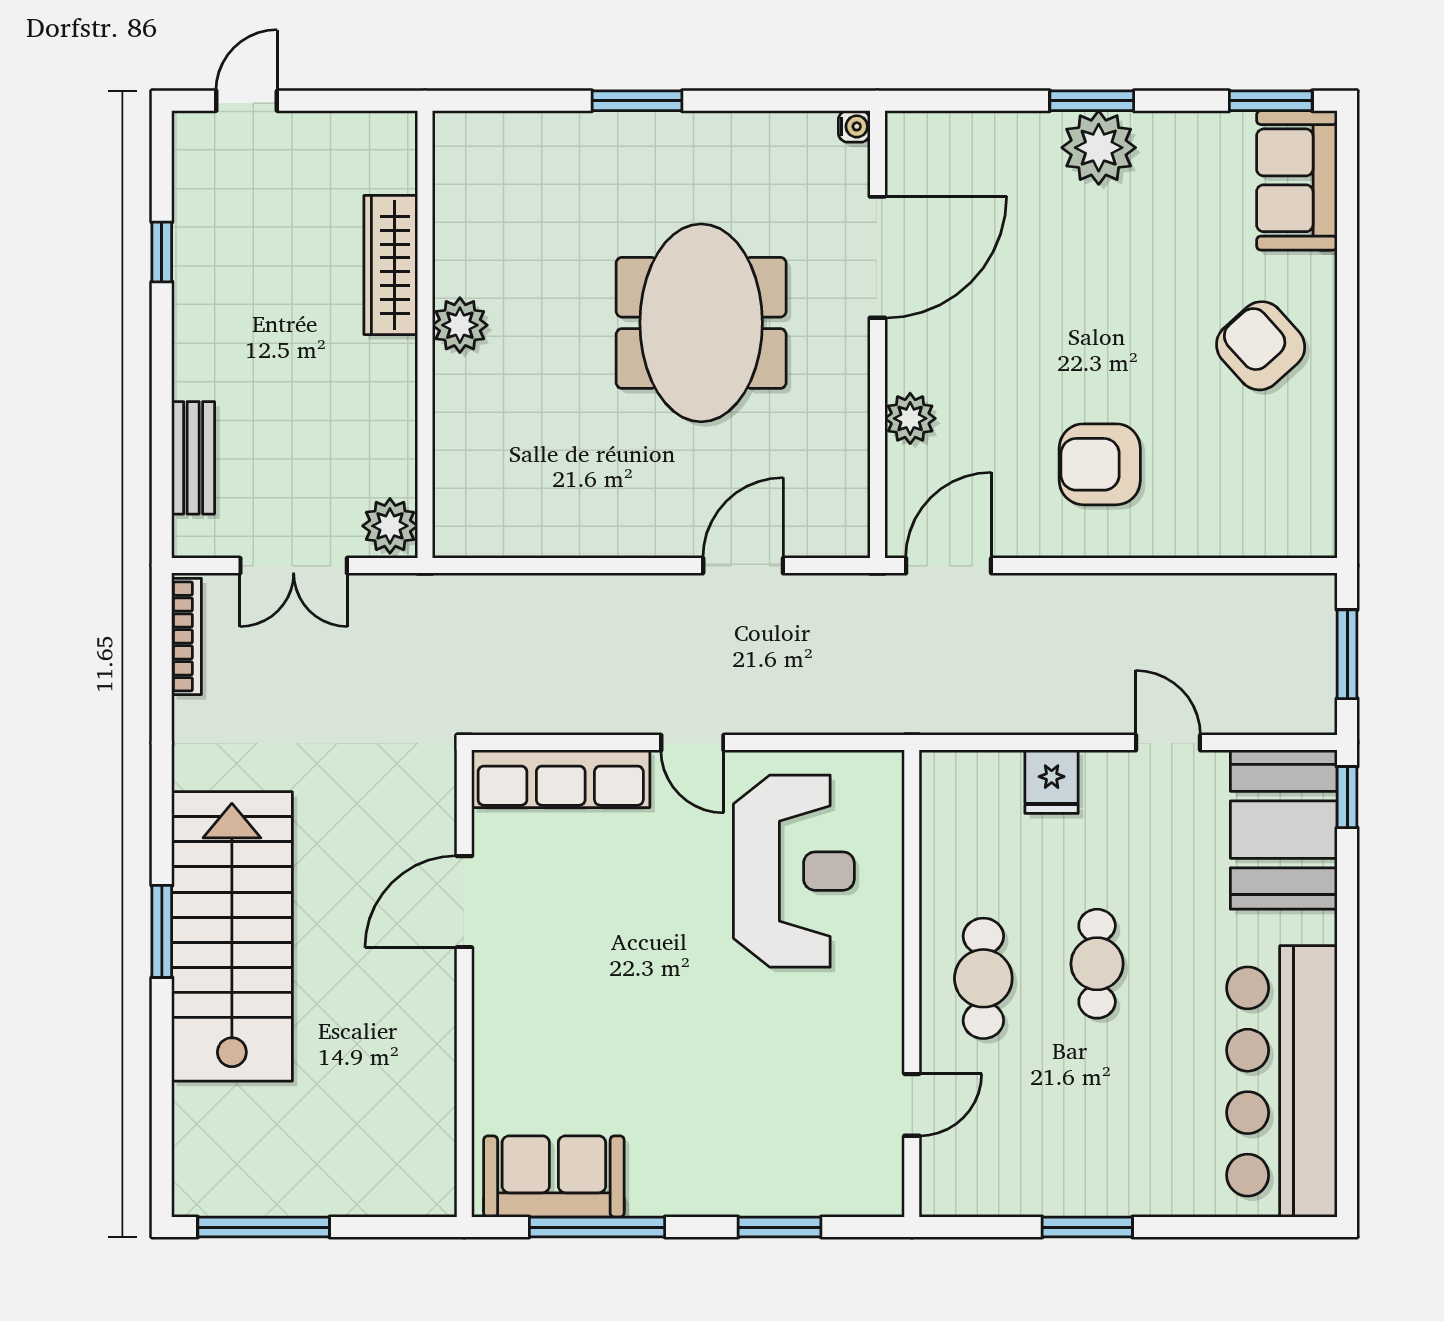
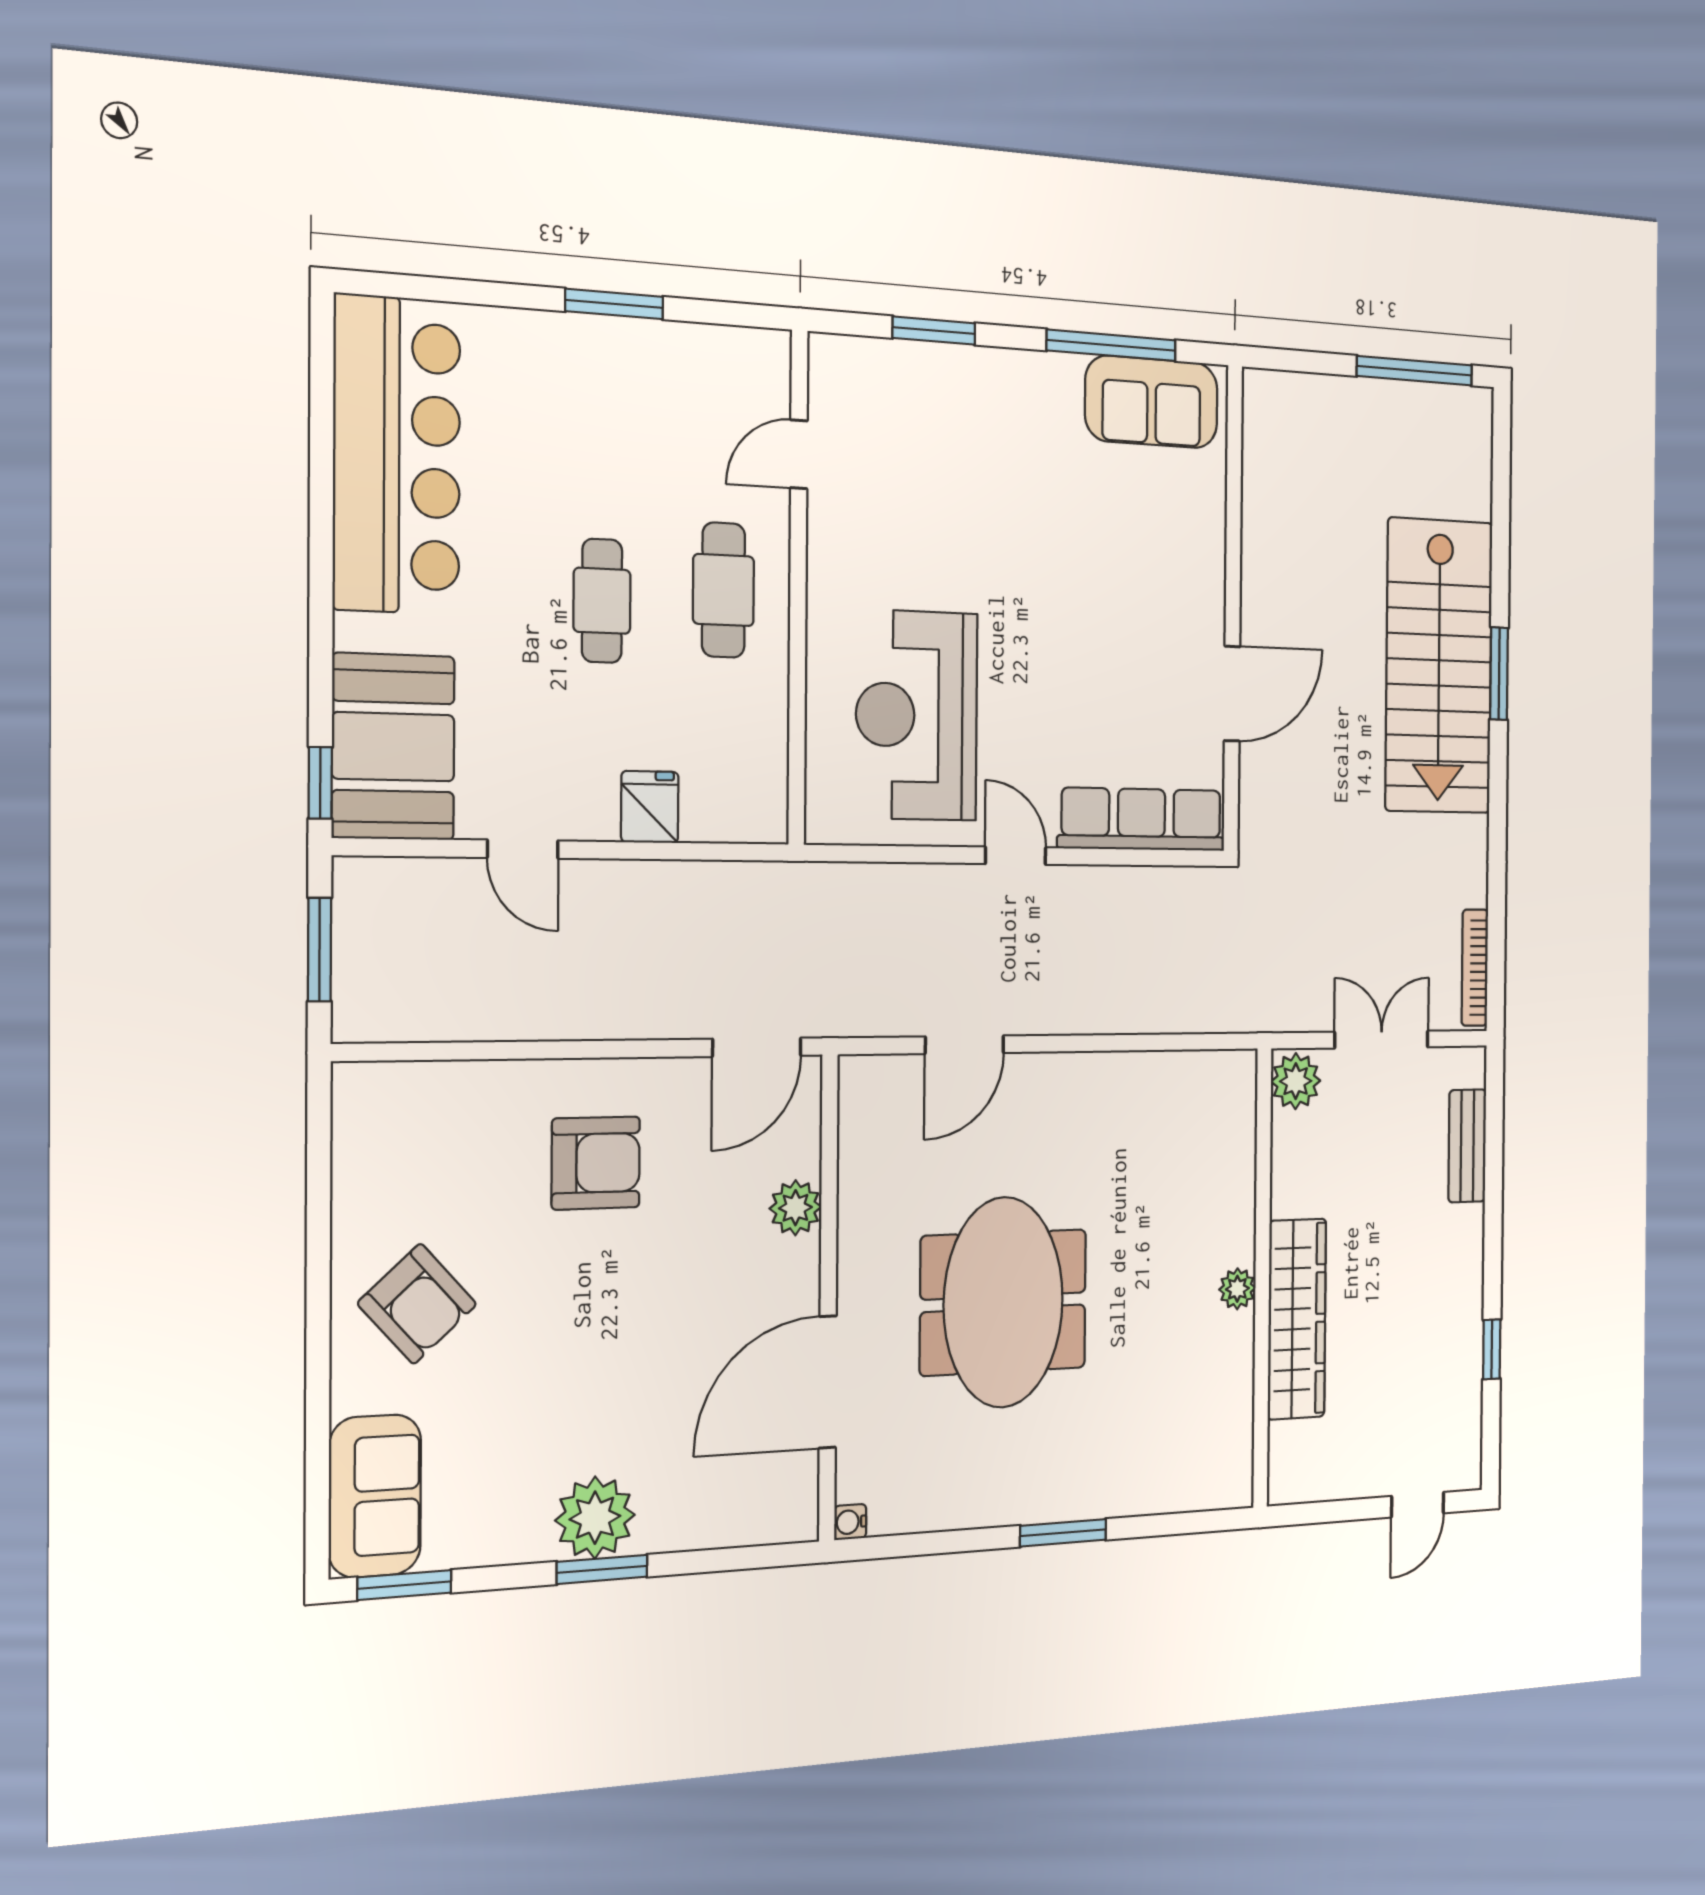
wardrobe: (391, 265) -> (1297, 1319), width x1.40, depth x1.17
plant: (460, 325) -> (1237, 1289), width x0.73, depth x0.73

